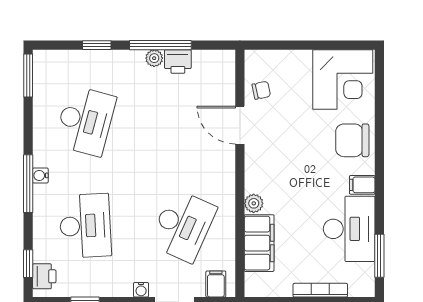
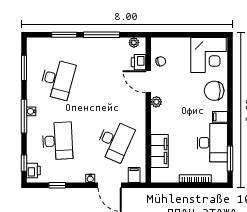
window: (97, 45) -> (64, 35), width x1.50
plant: (154, 58) -> (134, 43), moved
printer: (178, 62) -> (138, 62), moved, turned 90
window: (28, 76) -> (24, 68), moved
plant: (254, 203) -> (156, 102), moved

